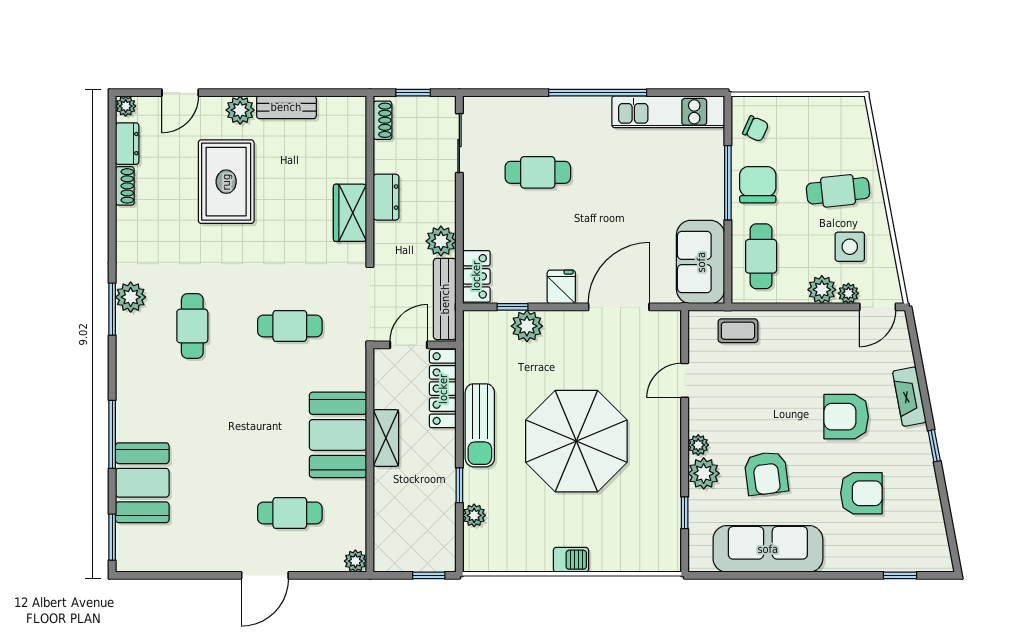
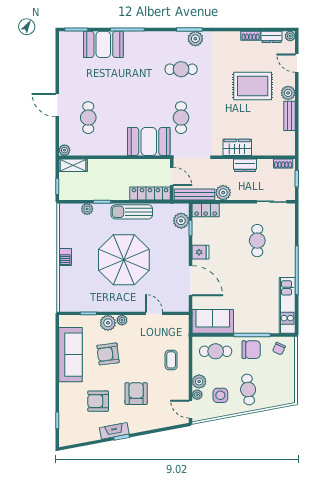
plant: (527, 326) -> (181, 221), moved
coffee table: (738, 331) -> (171, 360), moved
fireplace: (909, 397) -> (114, 431), moved
booth: (338, 435) -> (149, 141), moved
shelving: (386, 438) -> (73, 165), moved
armchair: (861, 493) -> (98, 401), turned 90

